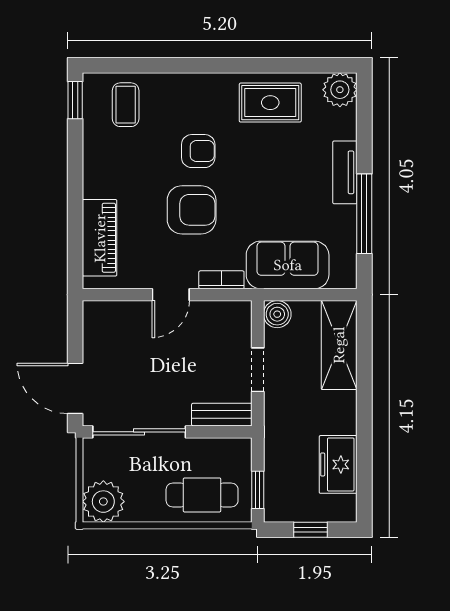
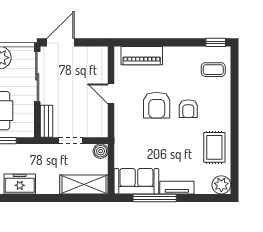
sofa: (288, 265) -> (136, 181), moved, turned -90
bookcase: (221, 280) -> (119, 121), removed

